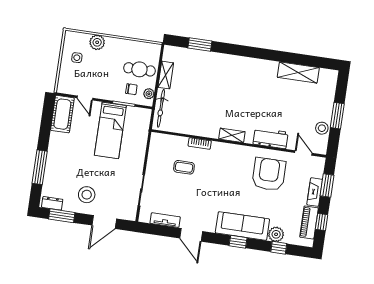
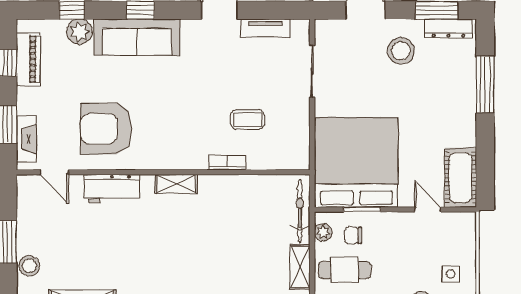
stool: (322, 128) -> (29, 266), moved
bed: (110, 130) -> (357, 162), width x2.04
armchair: (269, 174) -> (106, 129), turned 90
fireplace: (315, 192) -> (26, 139), moved
dresser: (52, 203) -> (448, 28), width x1.44

